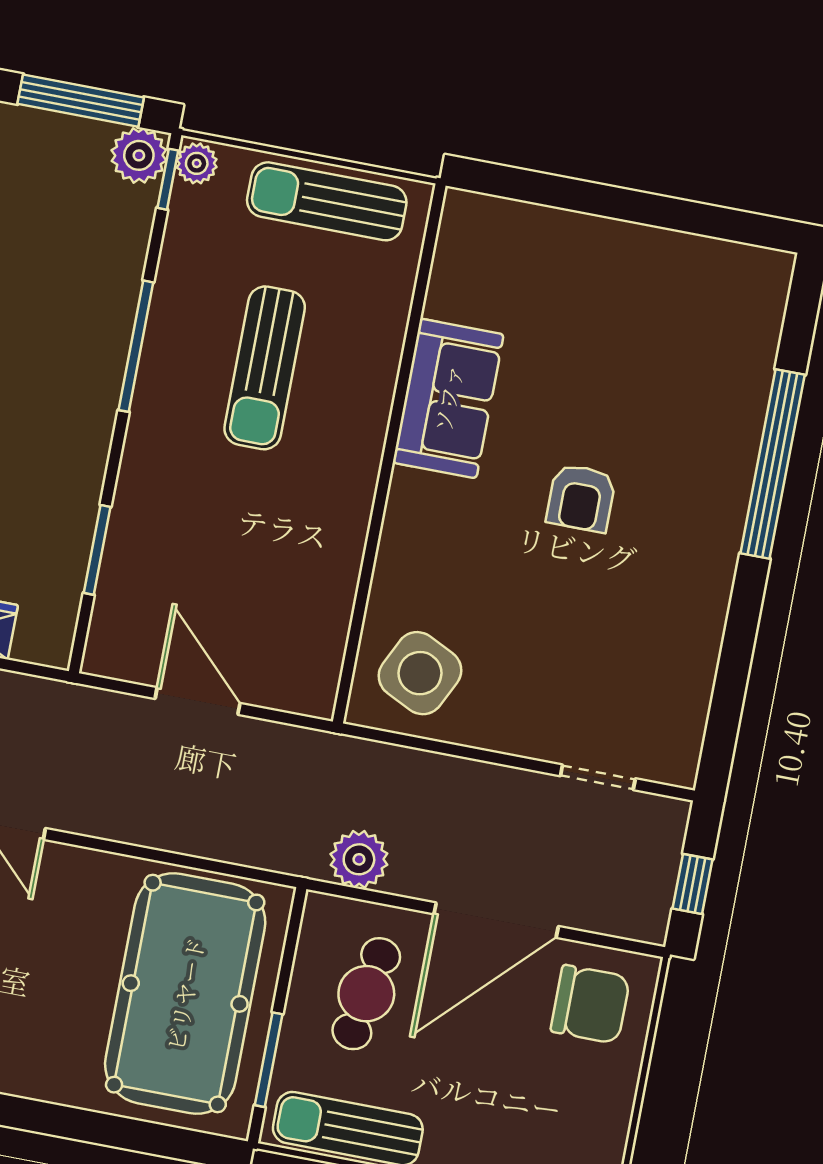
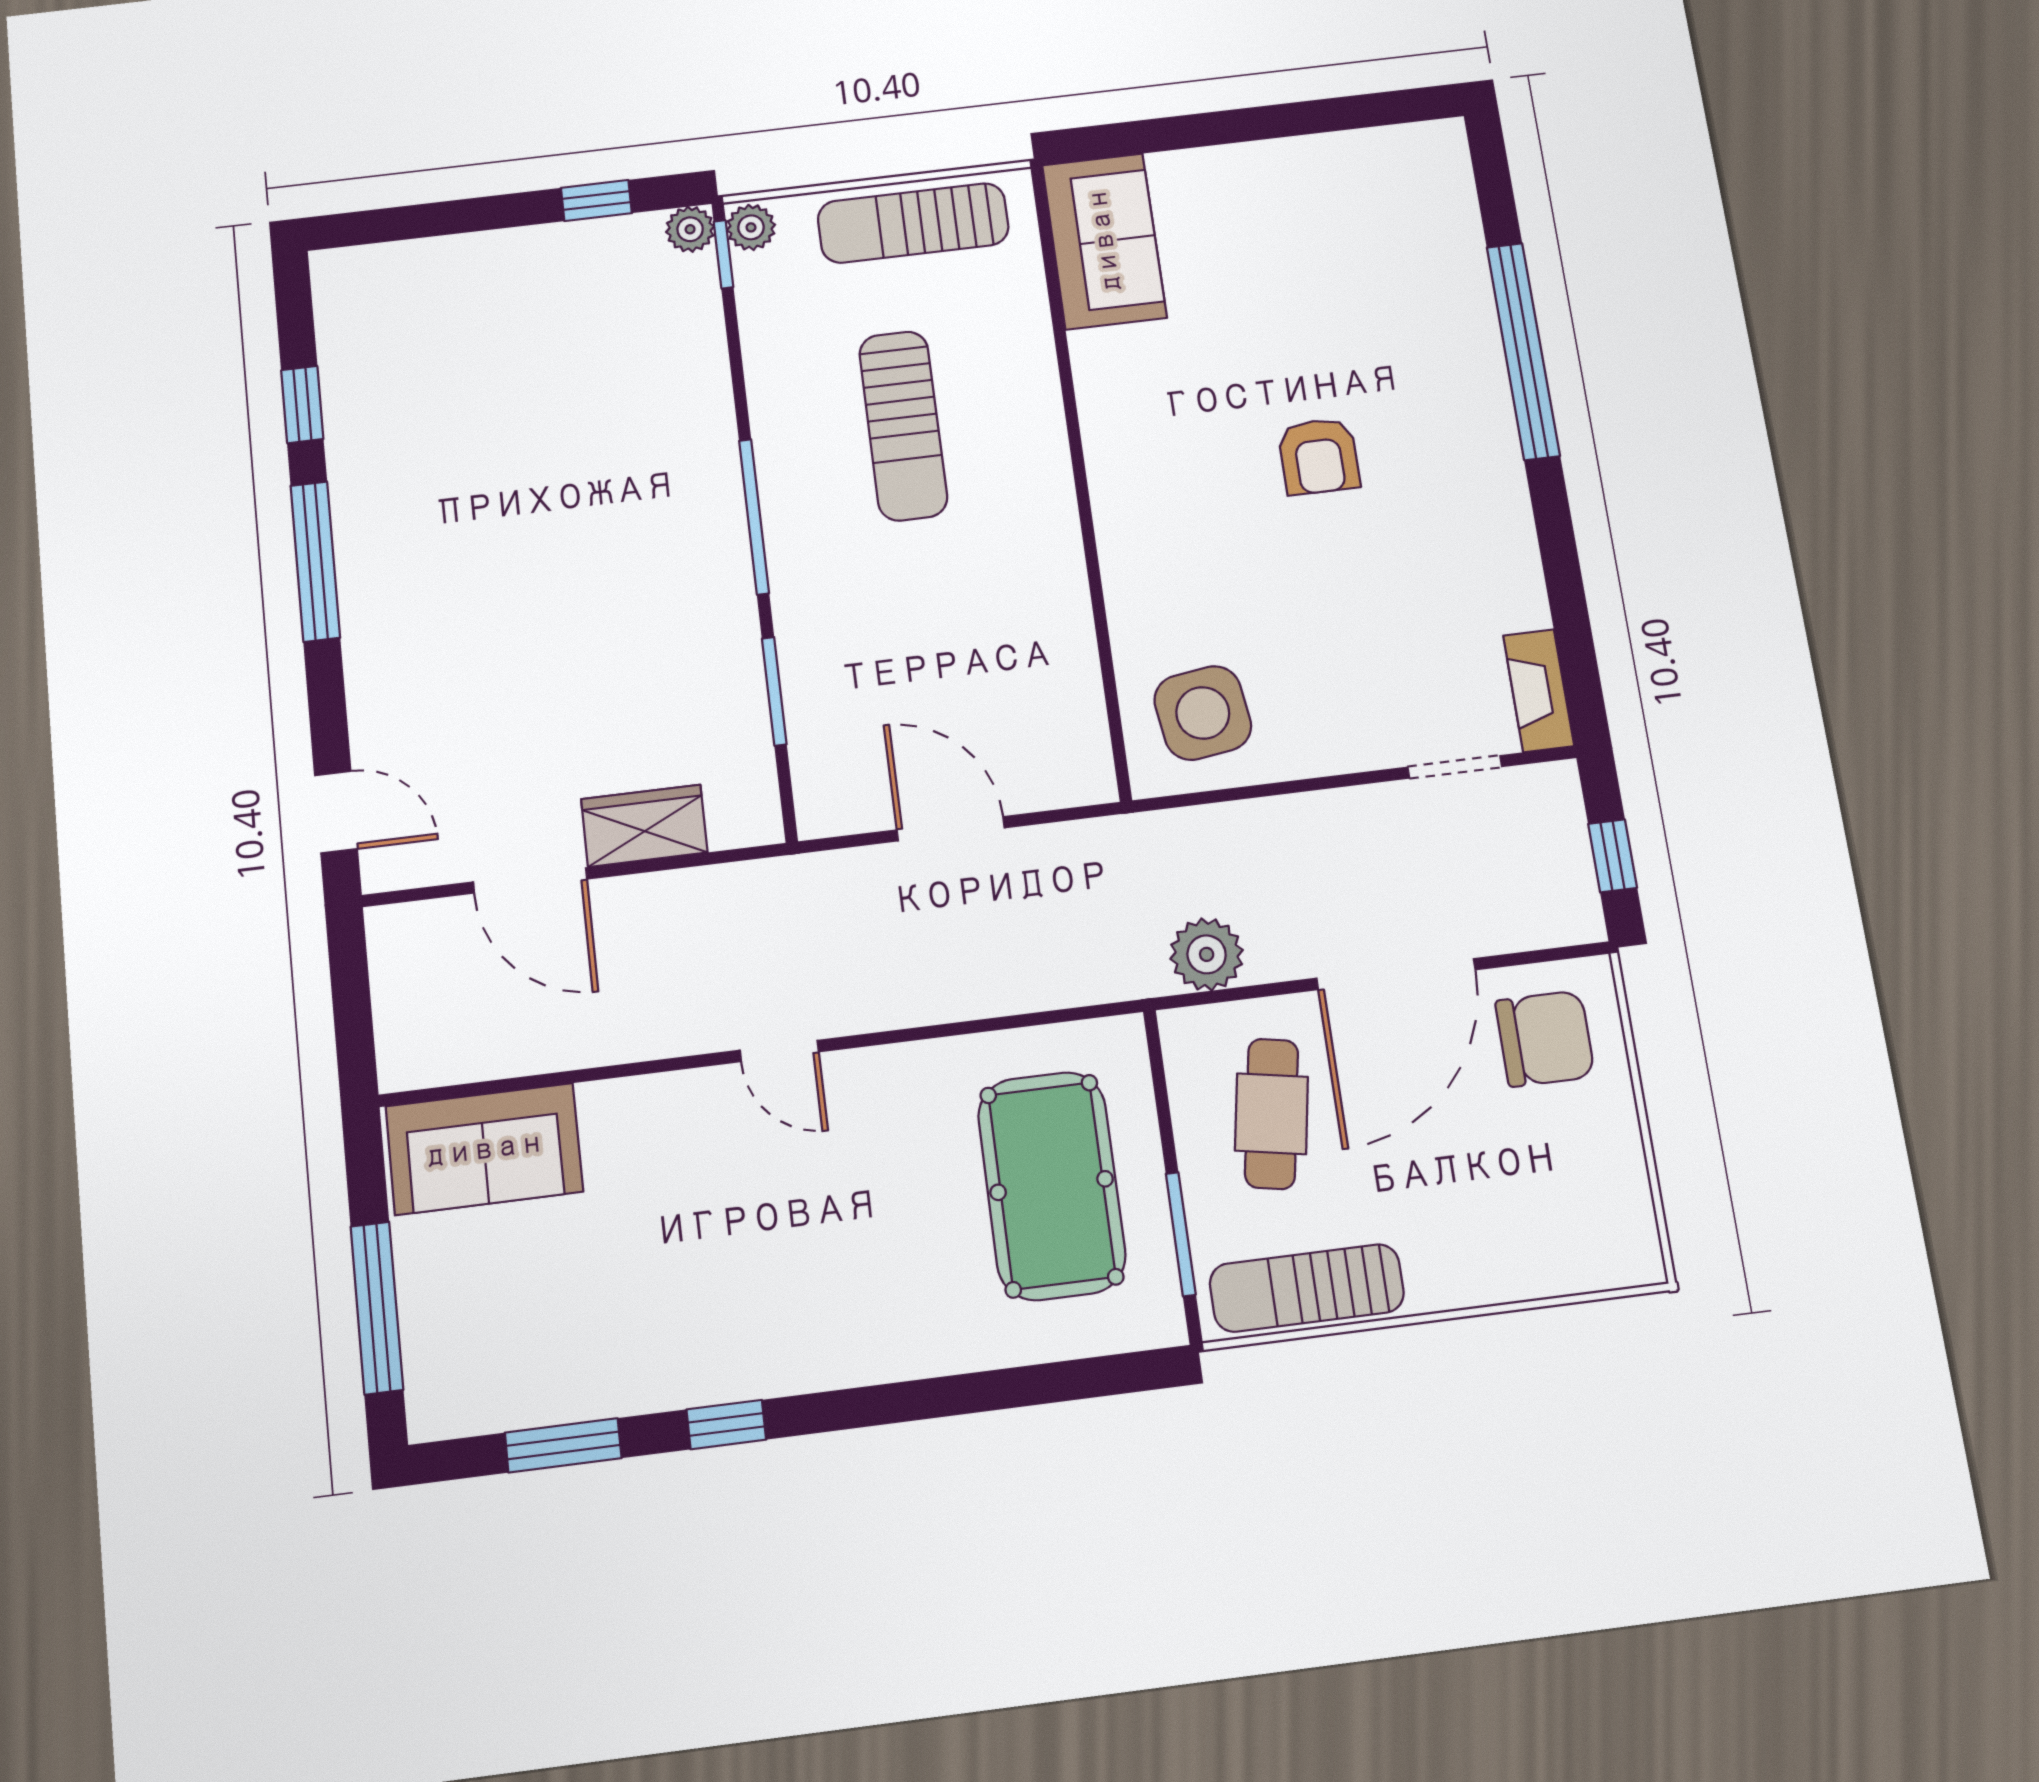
window: (81, 101) -> (596, 200), width x0.46
plant: (139, 155) -> (690, 229), width x0.73, depth x0.73
window: (136, 346) -> (754, 517), moved
sofa: (448, 398) -> (1104, 241), moved
side table: (420, 673) -> (1203, 713), turned -34
fireplace: (684, 739) -> (1539, 691), added
pool table: (185, 994) -> (1052, 1186), width x0.73, depth x0.76

